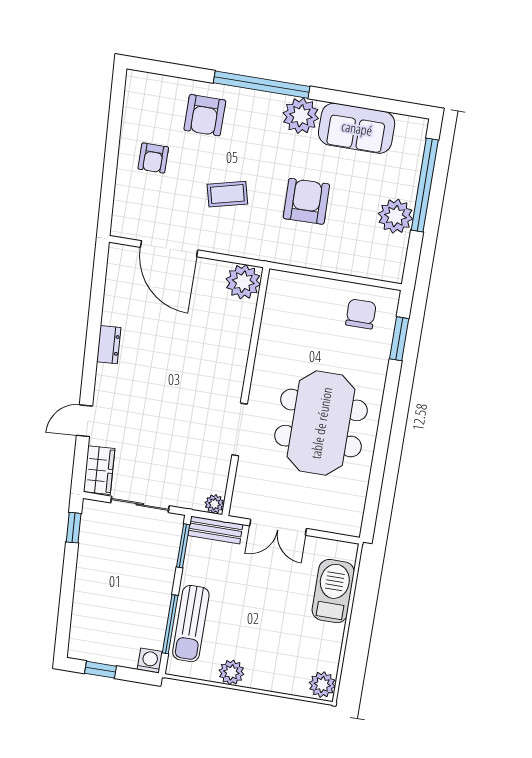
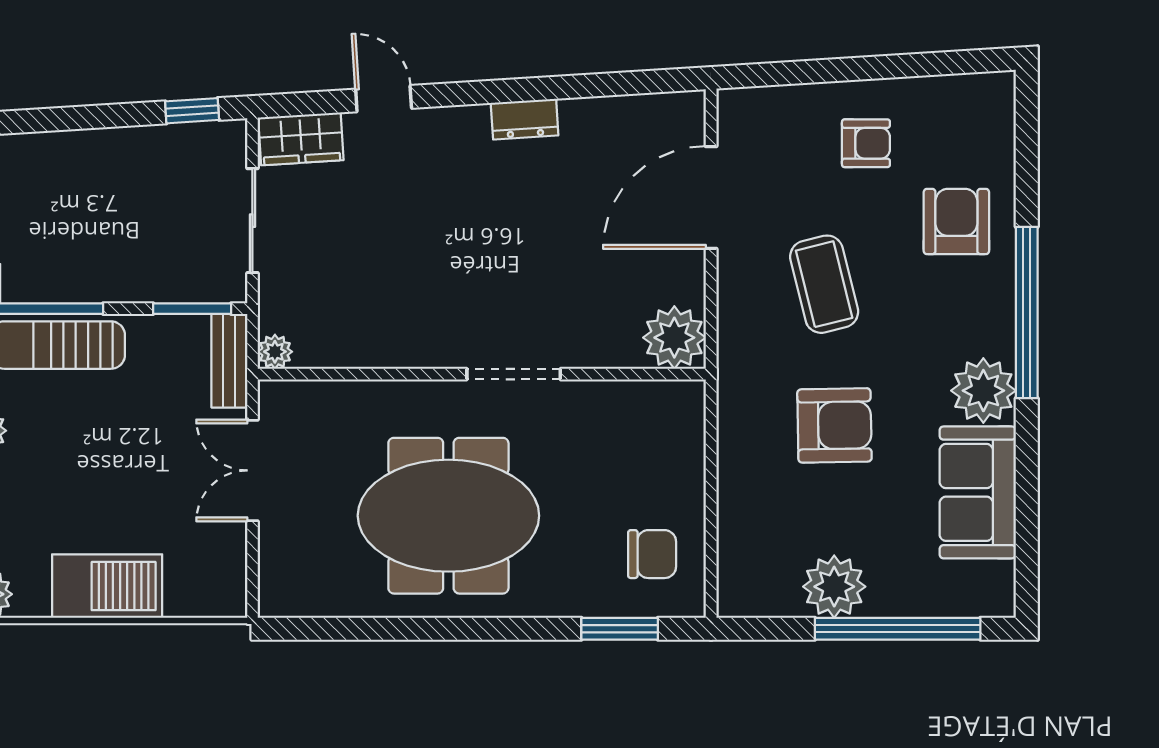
armchair: (205, 115) -> (956, 222), turned 90
armchair: (153, 158) -> (866, 143), turned 180
coffee table: (227, 194) -> (824, 284), width x1.36, depth x1.30
doorway: (240, 429) -> (514, 374), moved
barbecue: (333, 591) -> (107, 586), moved

